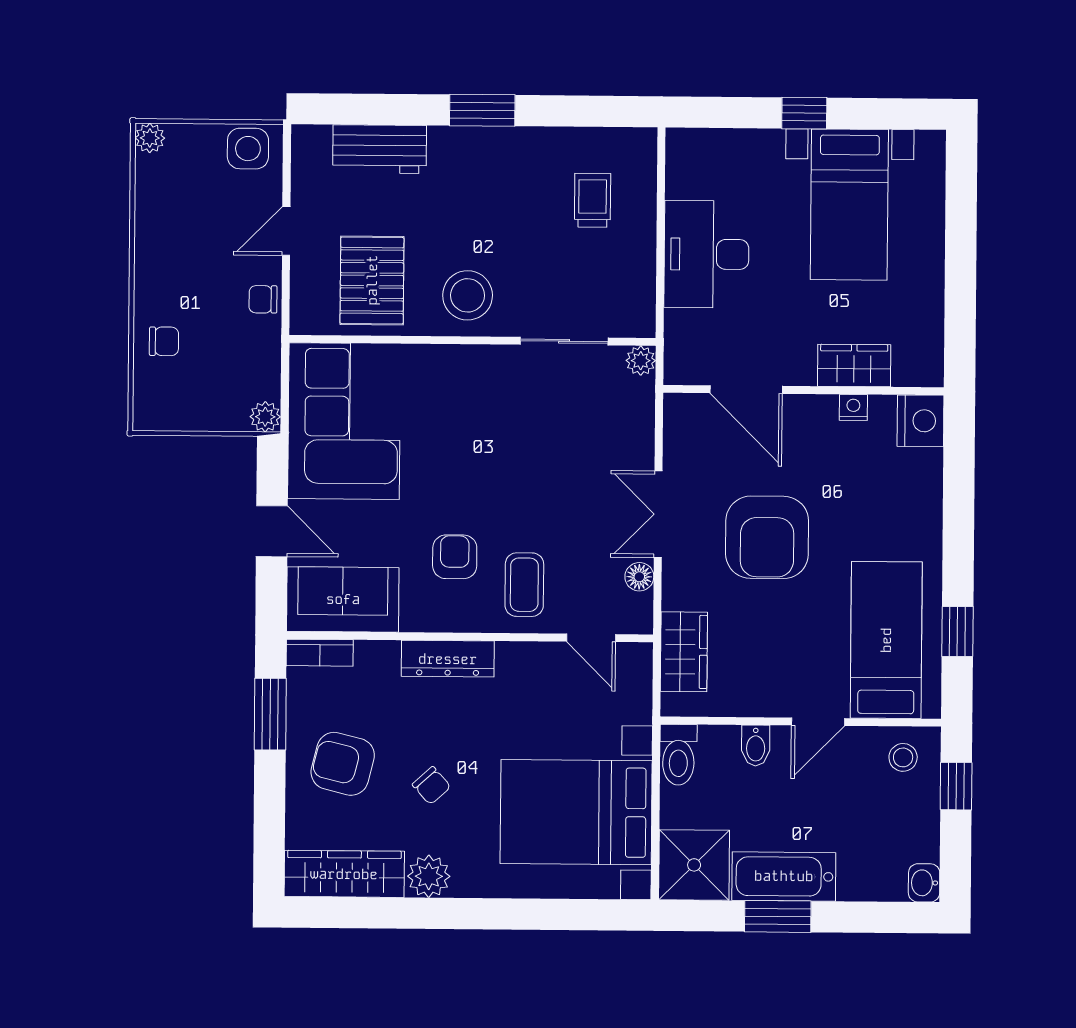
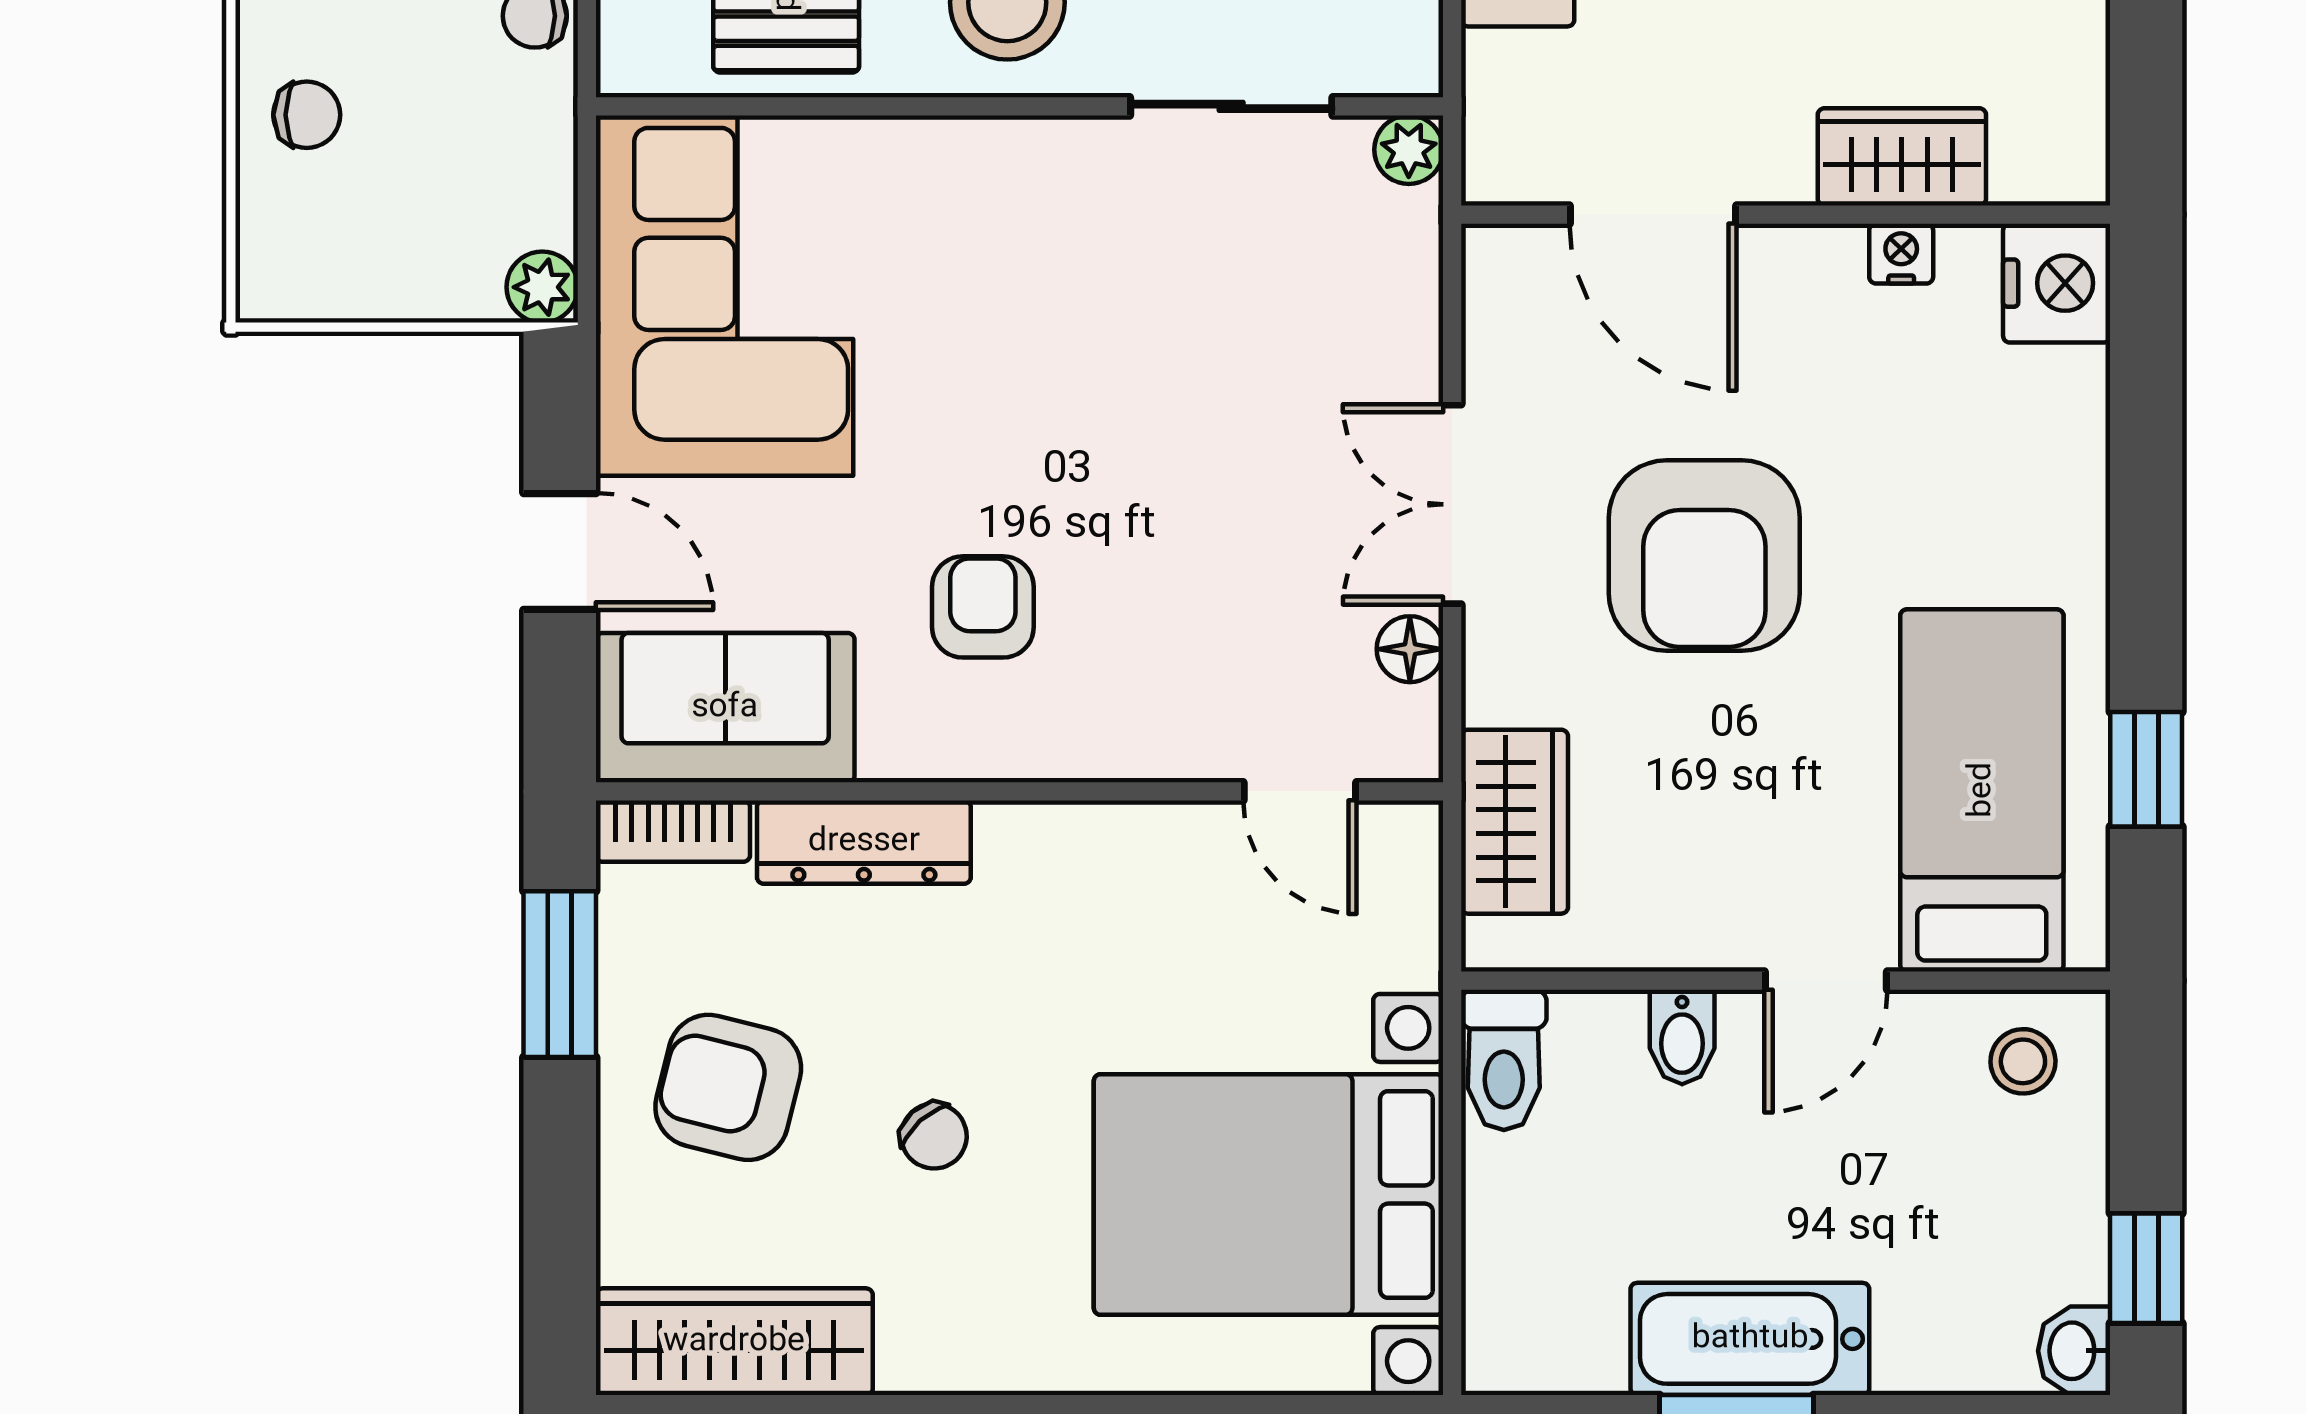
coffee table: (524, 585) -> (1144, 670), removed
dresser: (448, 659) -> (864, 842), moved
window: (956, 786) -> (2146, 1268), moved
shower: (694, 865) -> (1542, 1314), removed
plant: (429, 876) -> (929, 1346), removed

